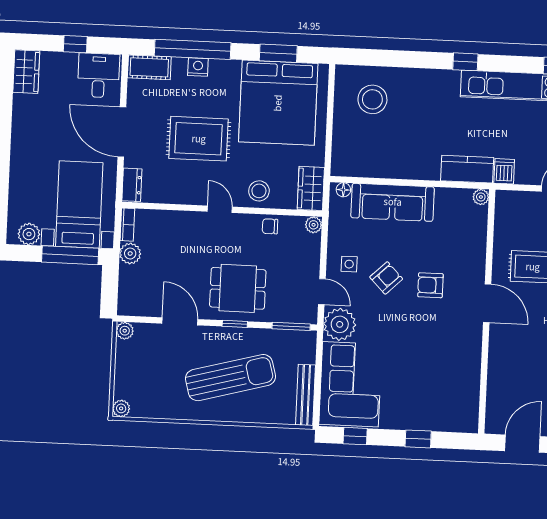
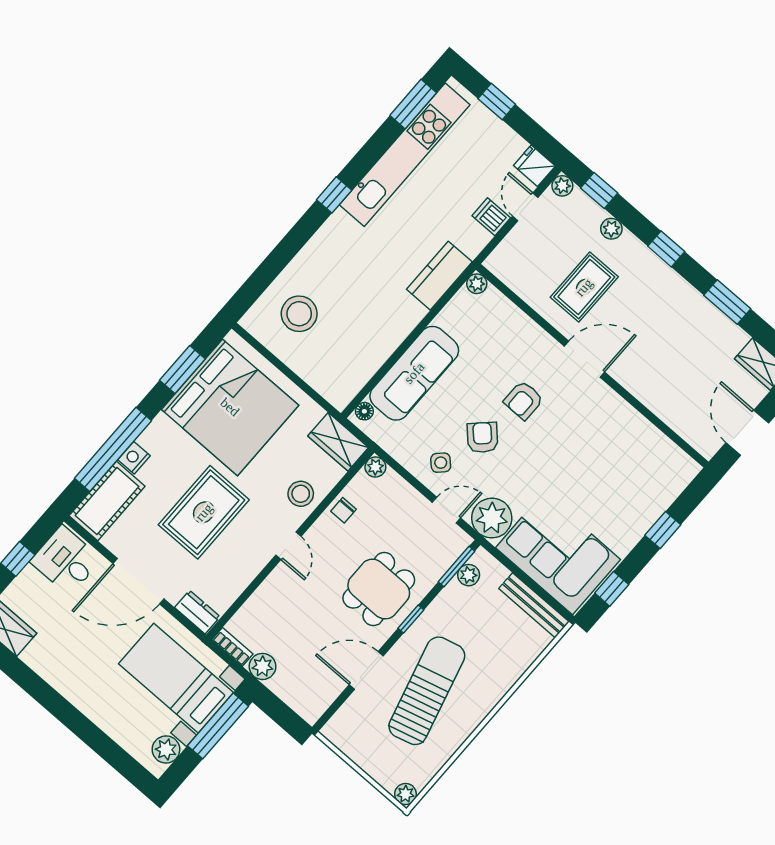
cot: (149, 67) -> (107, 501), width x1.37, depth x1.34
dishwasher: (504, 171) -> (491, 217), moved
door: (220, 209) -> (288, 546), swing flipped
side table: (349, 264) -> (441, 463), turned 45
plant: (125, 331) -> (469, 575), moved
sun lounger: (230, 378) -> (427, 691), moved

